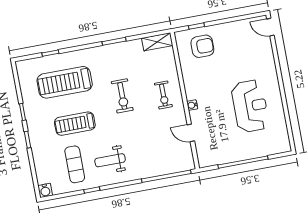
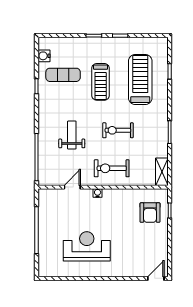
exercise bike: (163, 95) -> (112, 168), width x1.38, depth x1.39
reception desk: (250, 106) -> (87, 246), turned 180
treadmill: (75, 124) -> (101, 82), turned 180
weight bench: (110, 160) -> (72, 135), moved
water cooler: (45, 191) -> (44, 56), moved

